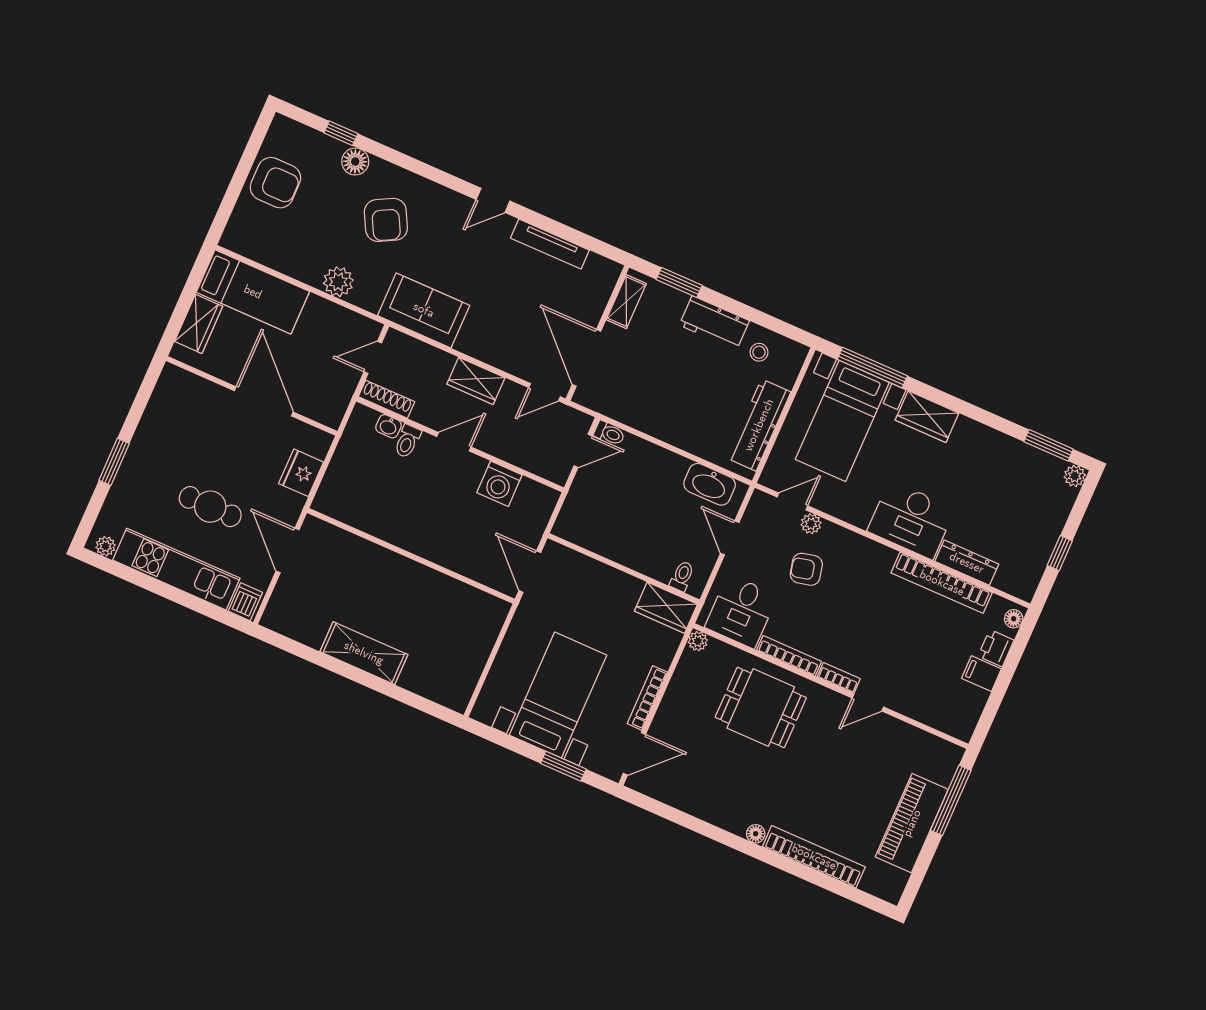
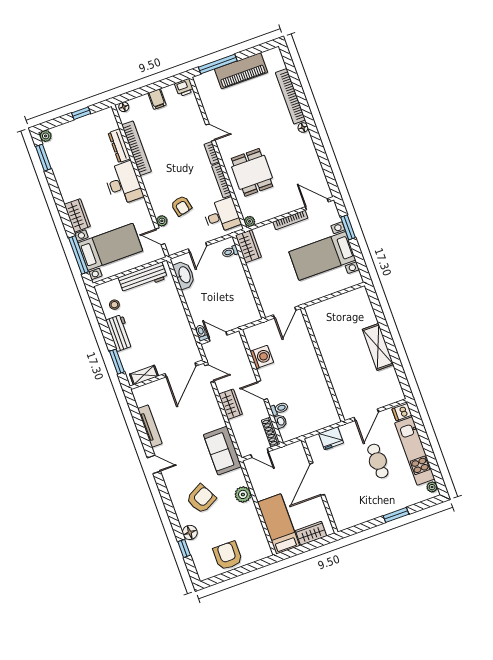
printer: (996, 648) -> (184, 87), moved

